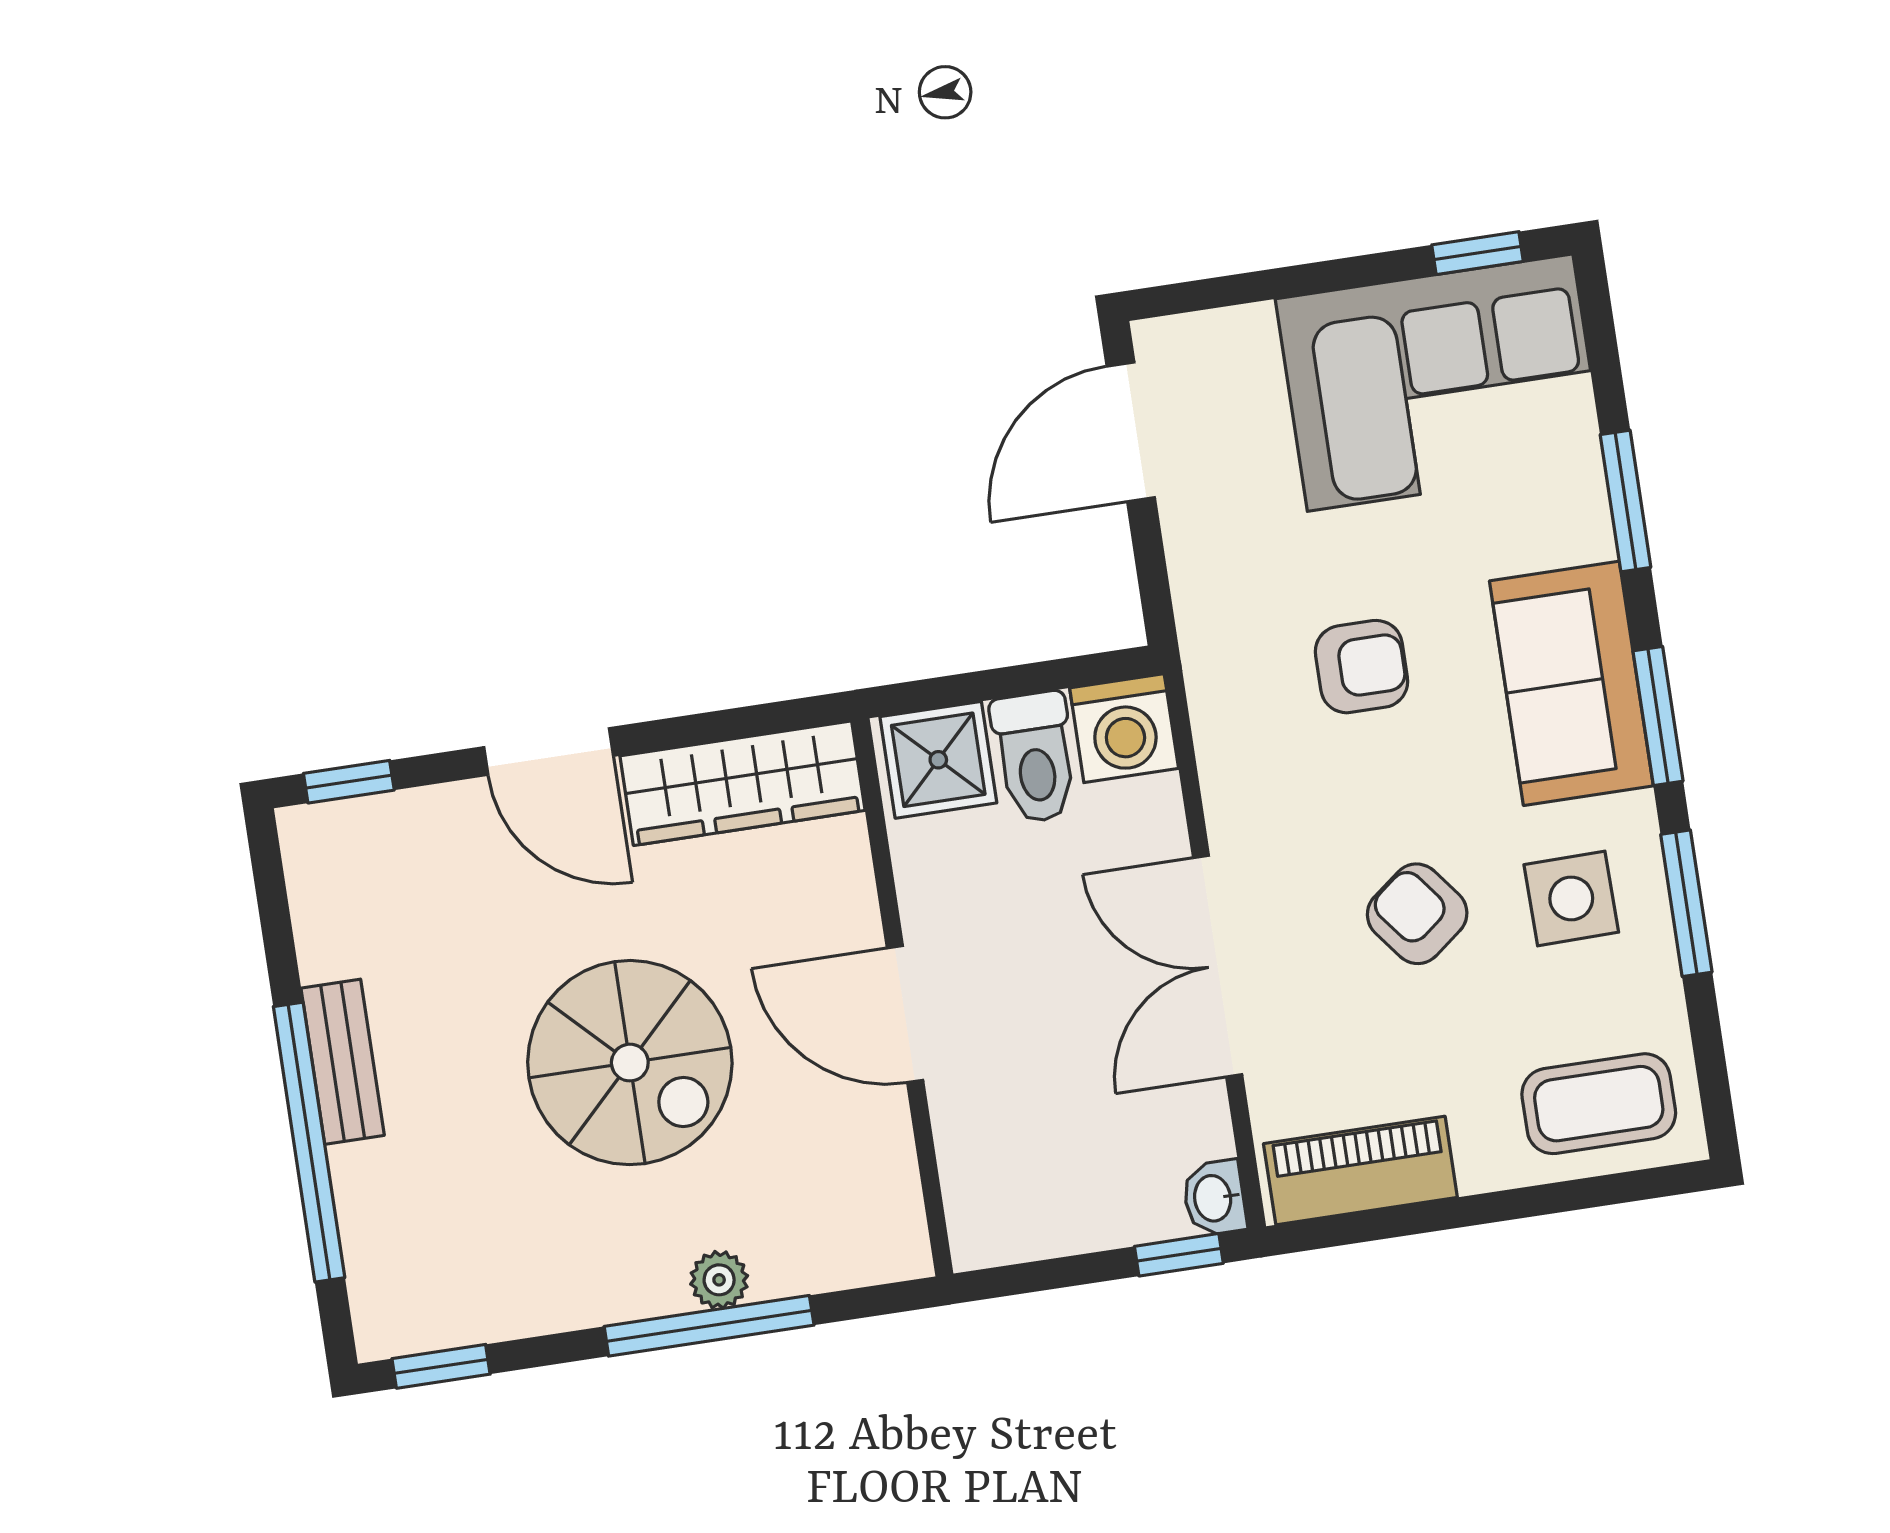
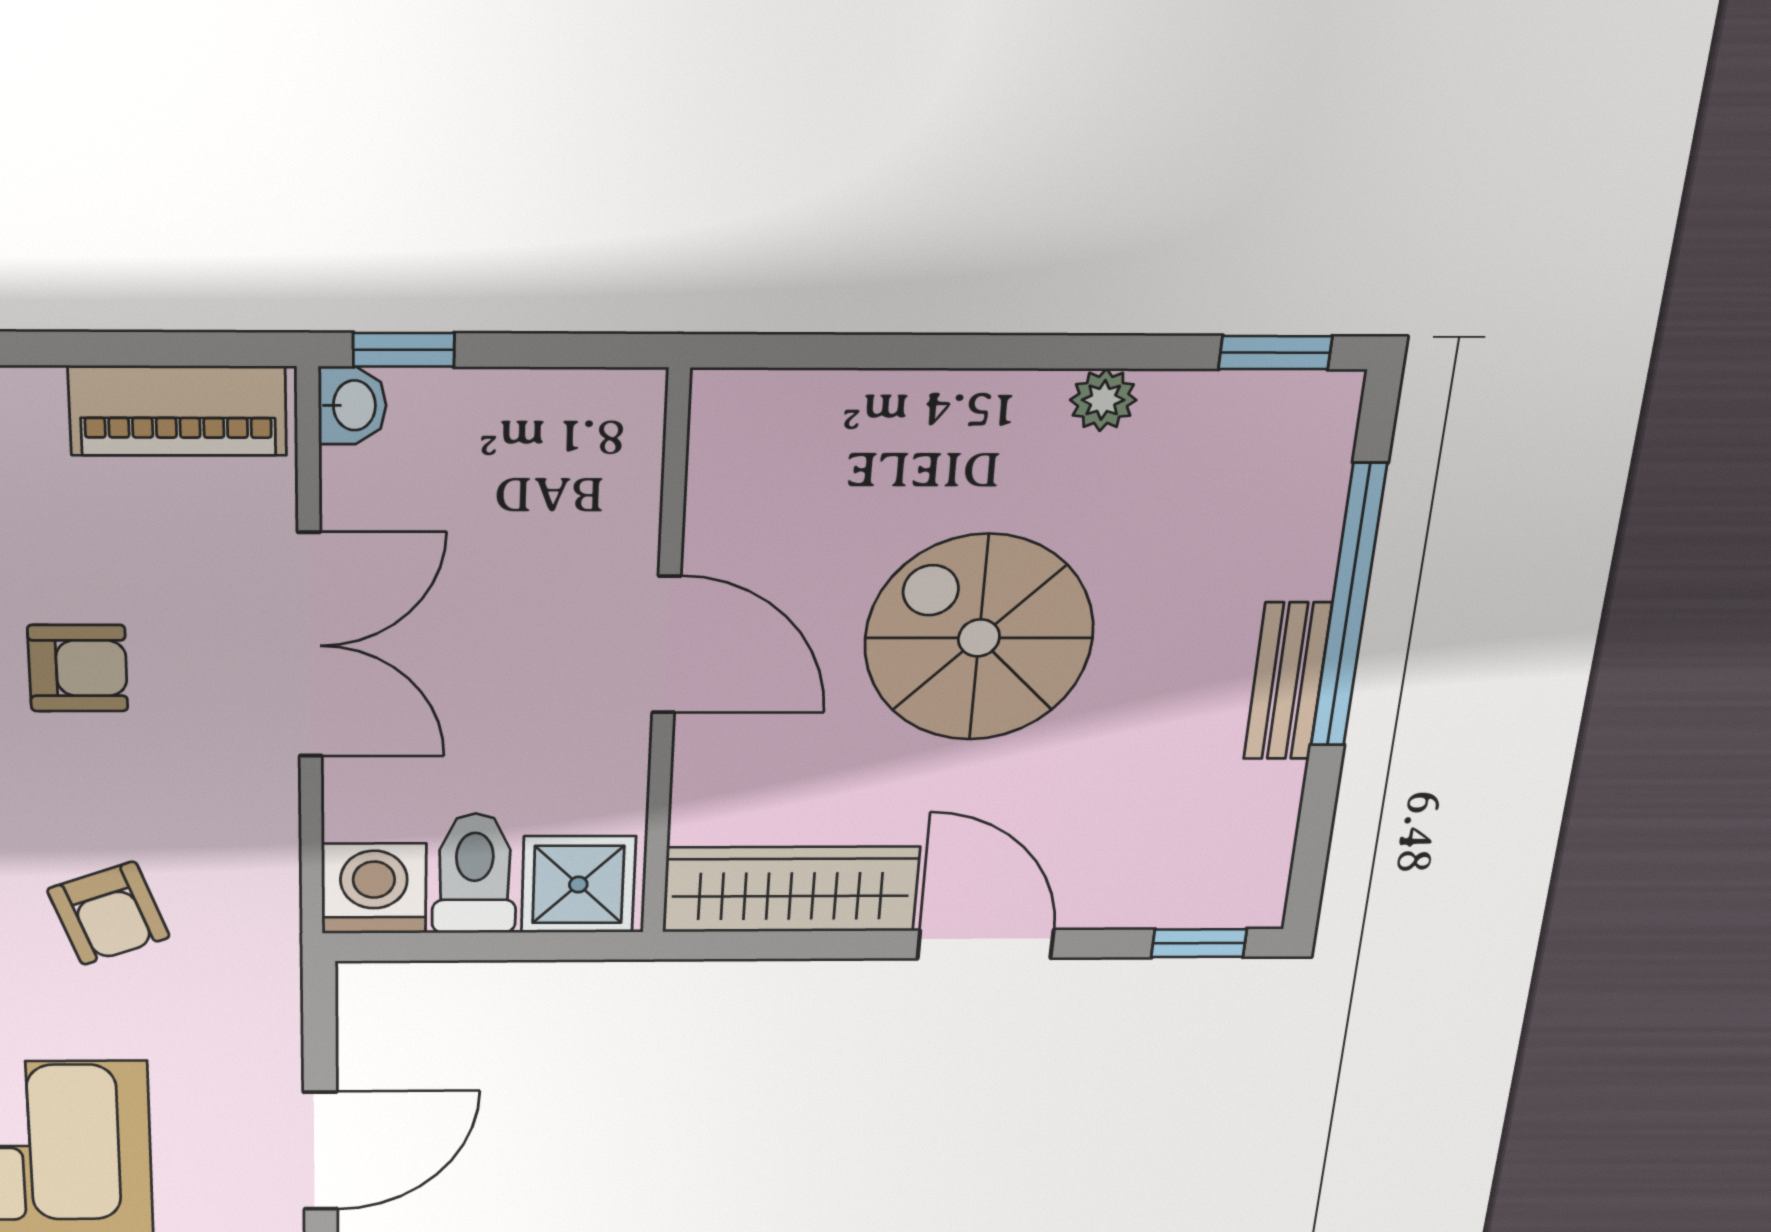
armchair: (1361, 667) -> (109, 913), turned -110
armchair: (1417, 914) -> (78, 668), turned -52
plant: (719, 1280) -> (1103, 400), moved
window: (709, 1326) -> (961, 352), removed

